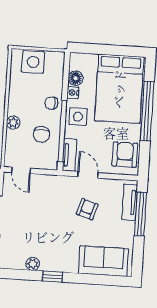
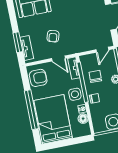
armchair: (125, 155) -> (38, 78), turned -90
door: (21, 170) -> (102, 50), swing flipped
window: (140, 214) -> (18, 42), width x0.69

